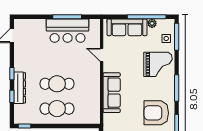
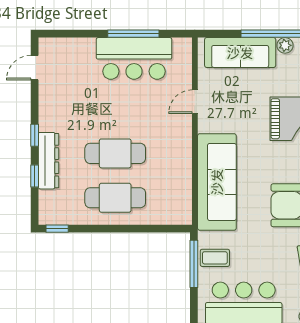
door: (102, 55) -> (195, 102), hinge flipped
sofa: (112, 93) -> (217, 182), width x1.36, depth x1.27

